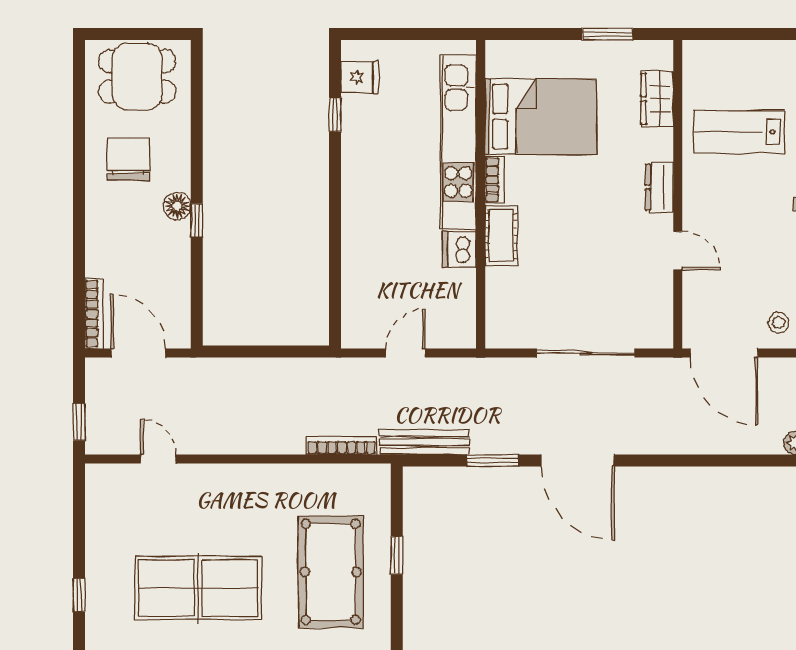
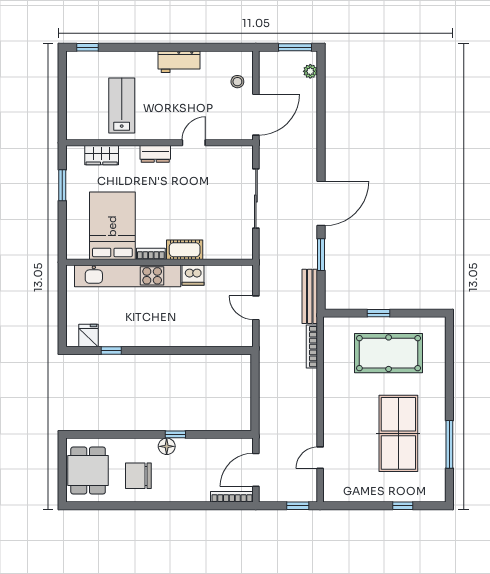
lab bench: (739, 132) -> (122, 106), turned 180

